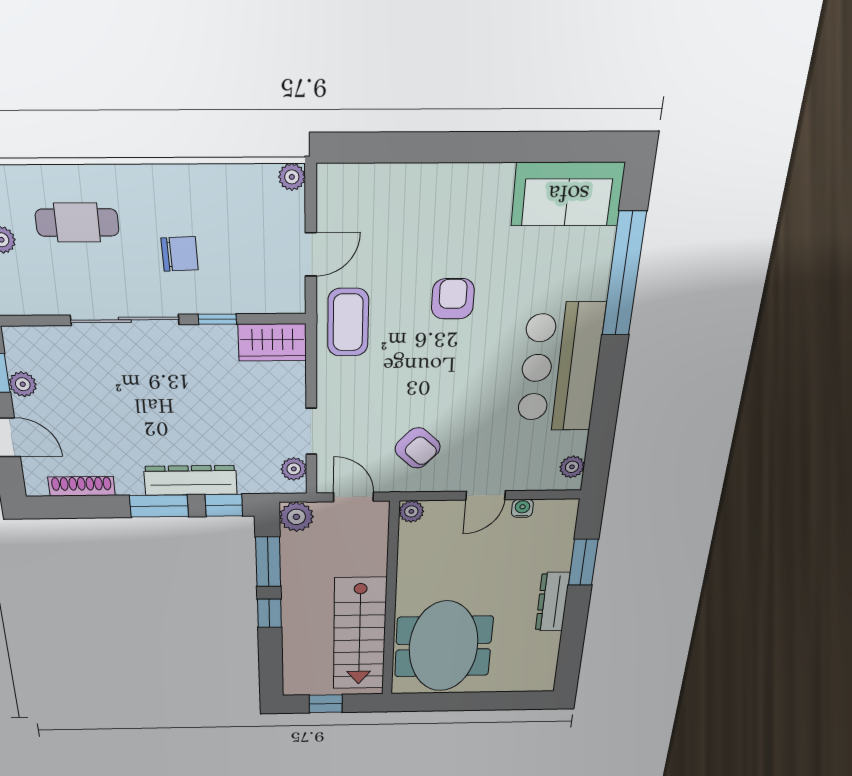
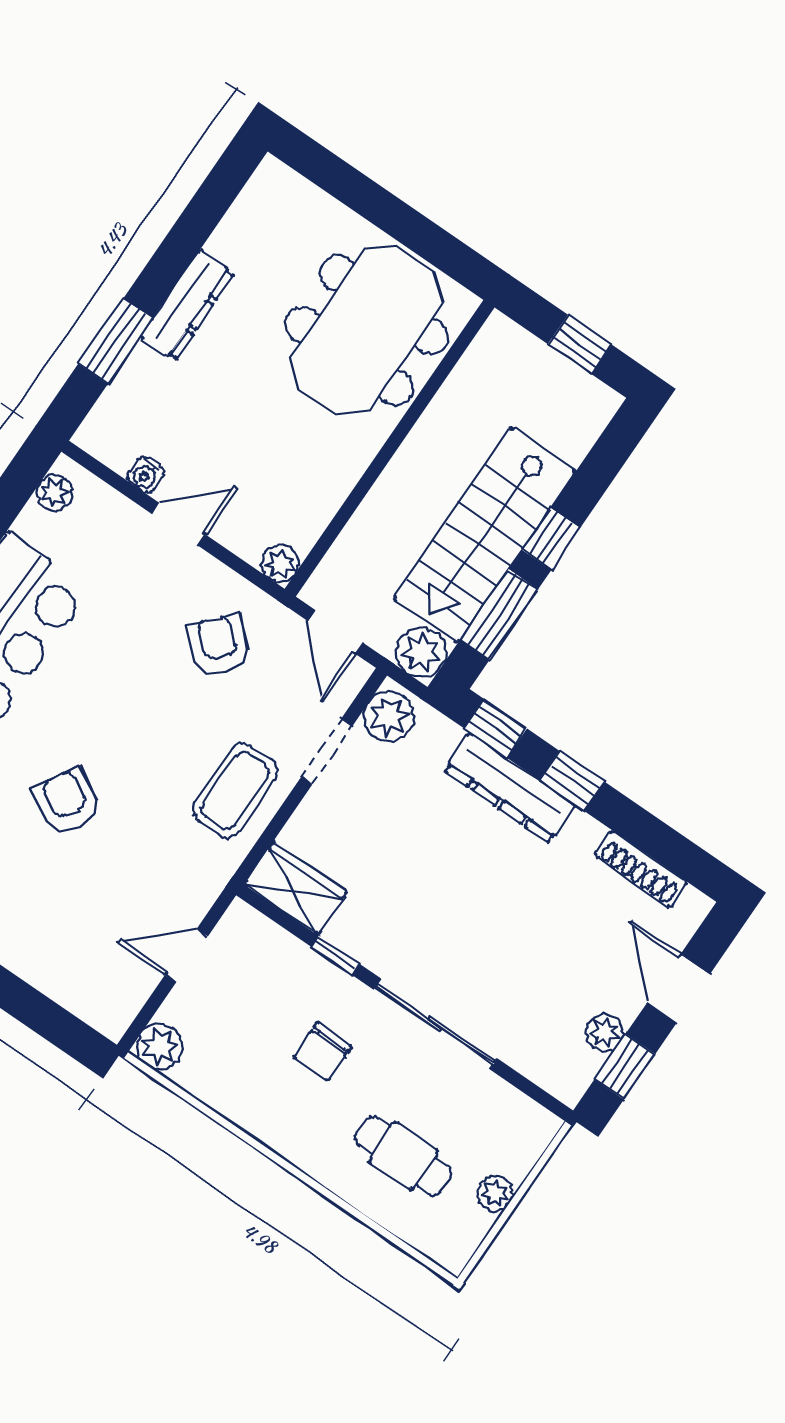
plant: (292, 177) -> (160, 1047), width x1.38, depth x1.38
chair: (180, 254) -> (323, 1052), turned -88
armchair: (453, 299) -> (67, 802), turned 120
coffee table: (348, 322) -> (235, 790), moved
plant: (294, 469) -> (389, 716), width x1.38, depth x1.38
window: (159, 506) -> (572, 781), width x0.67
stairs: (360, 634) -> (484, 535), moved, turned 180

